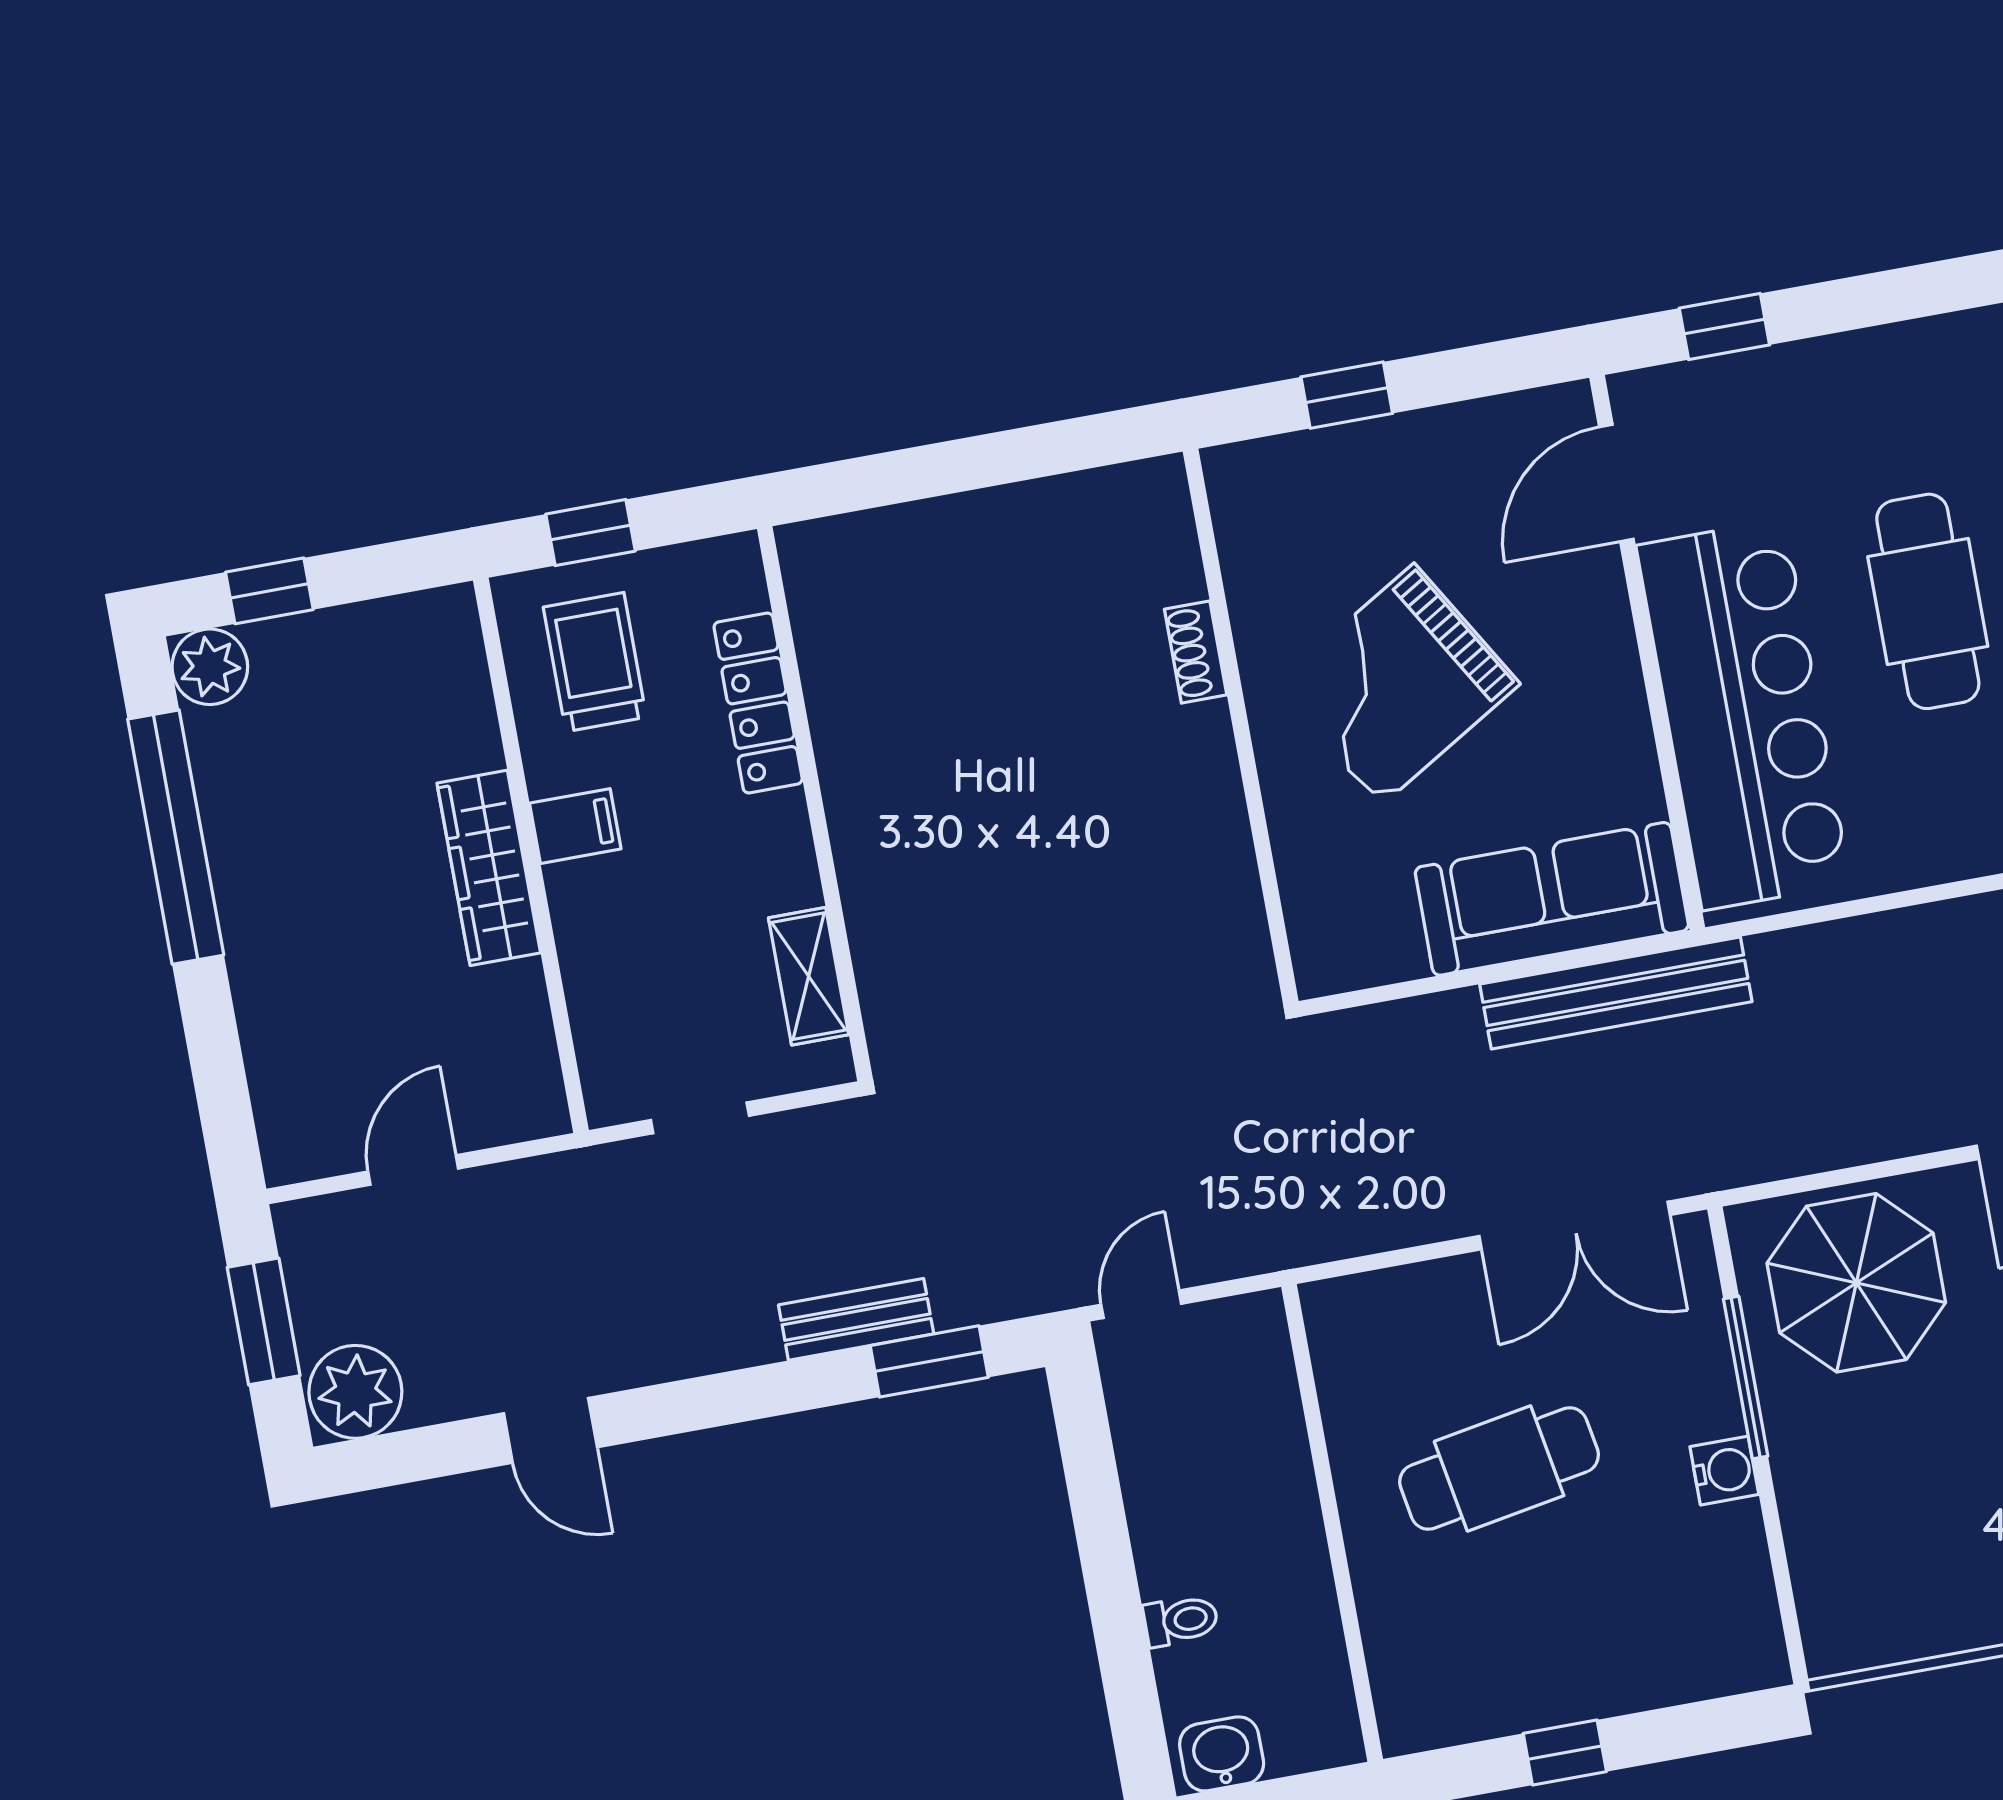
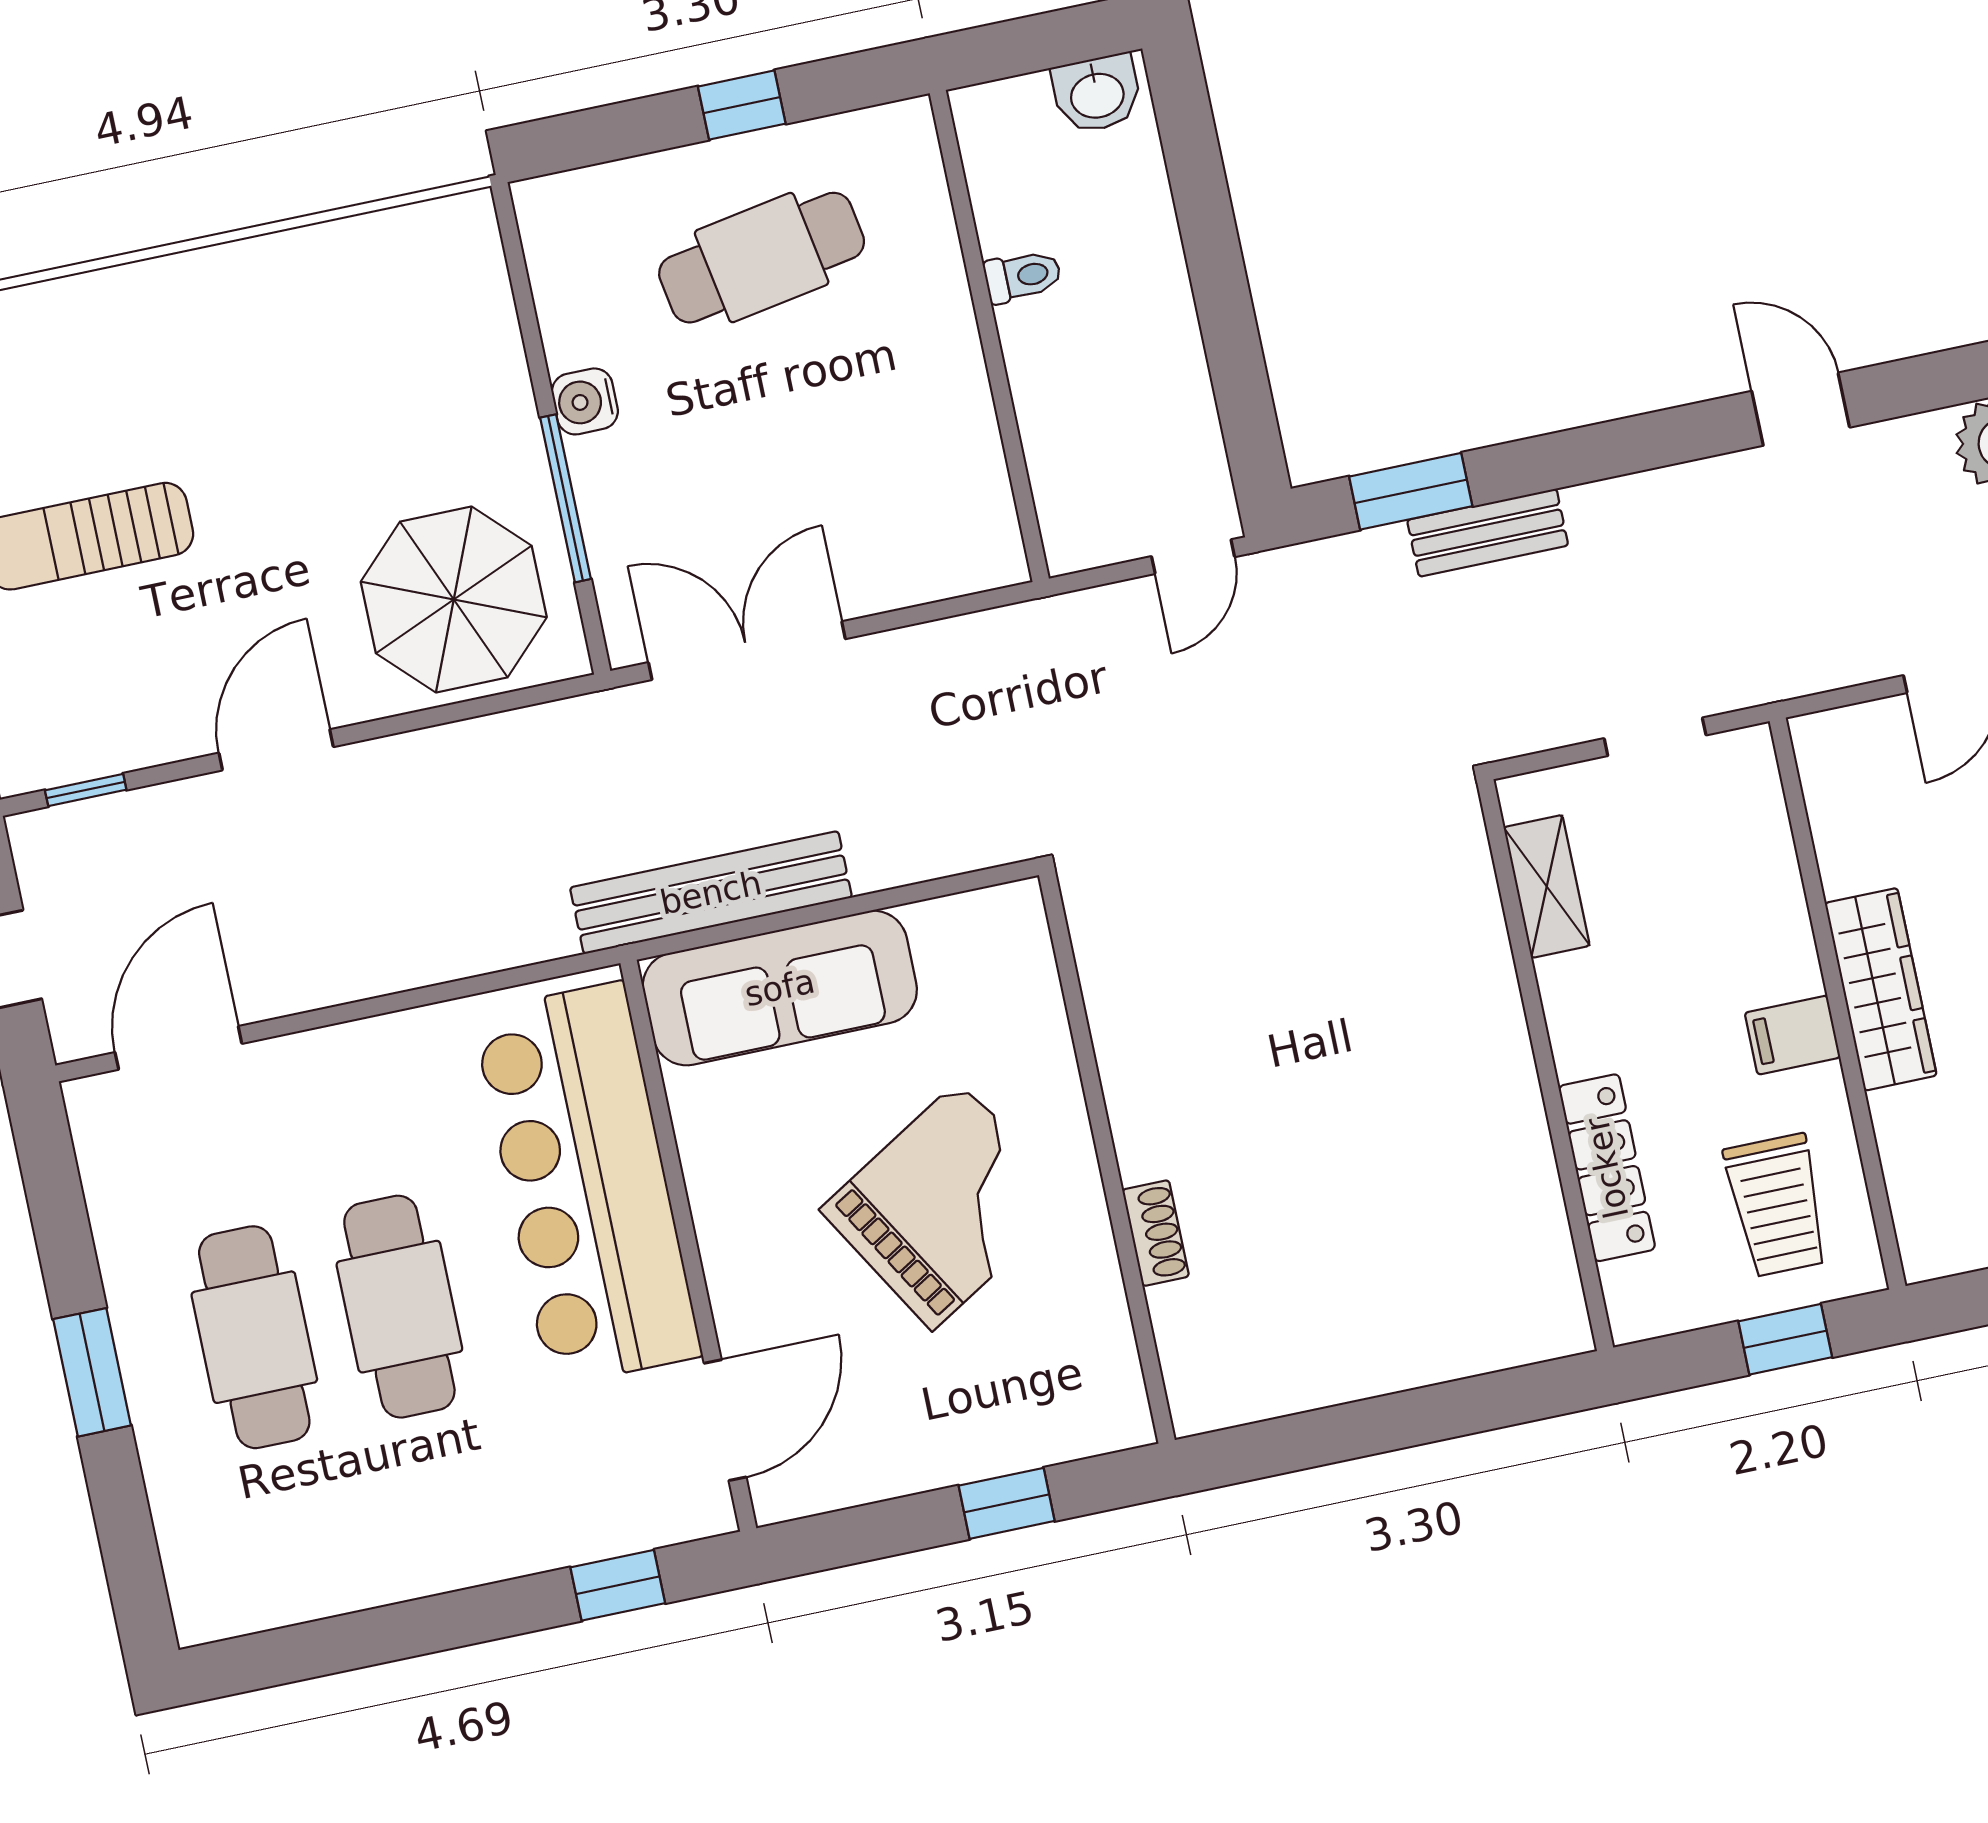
cafe table: (1499, 1469) -> (762, 258), moved
toilet: (1181, 1620) -> (1023, 276), moved, turned 180

